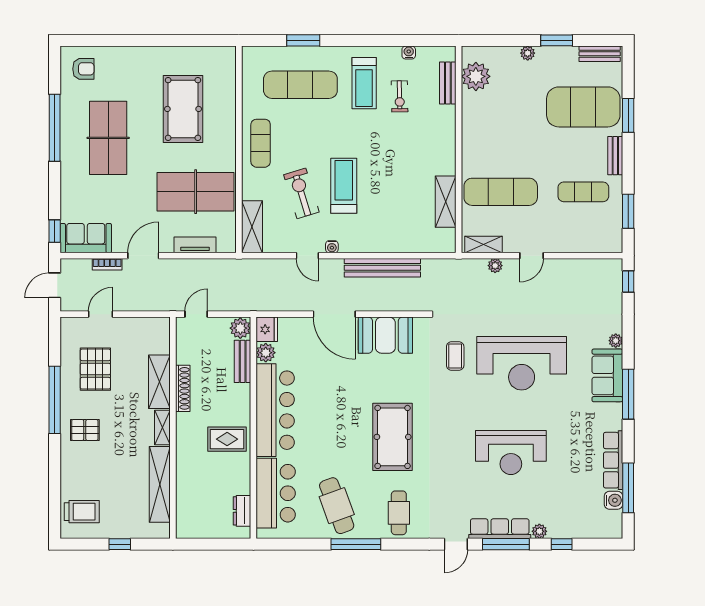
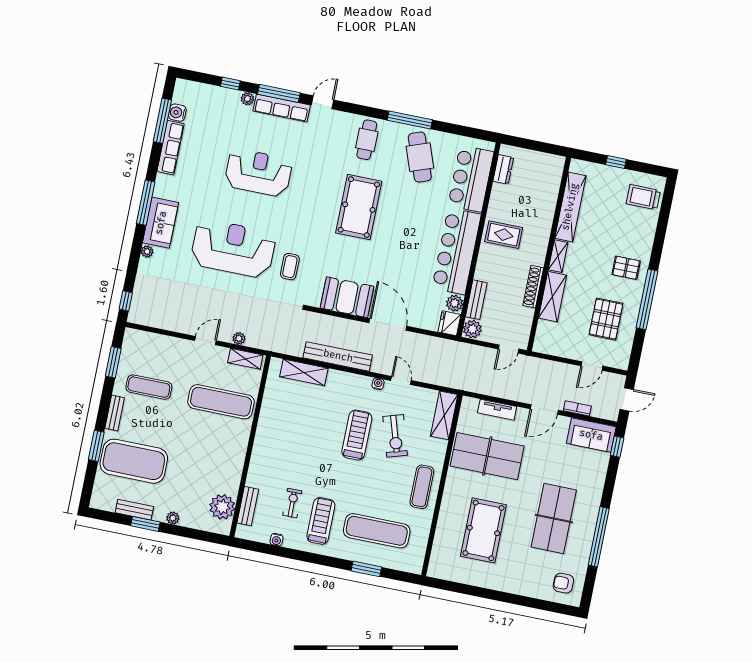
bench: (600, 54) -> (134, 510), moved
treadmill: (344, 186) -> (357, 435), turned 180
shelving: (446, 202) -> (304, 372), moved, turned 90

